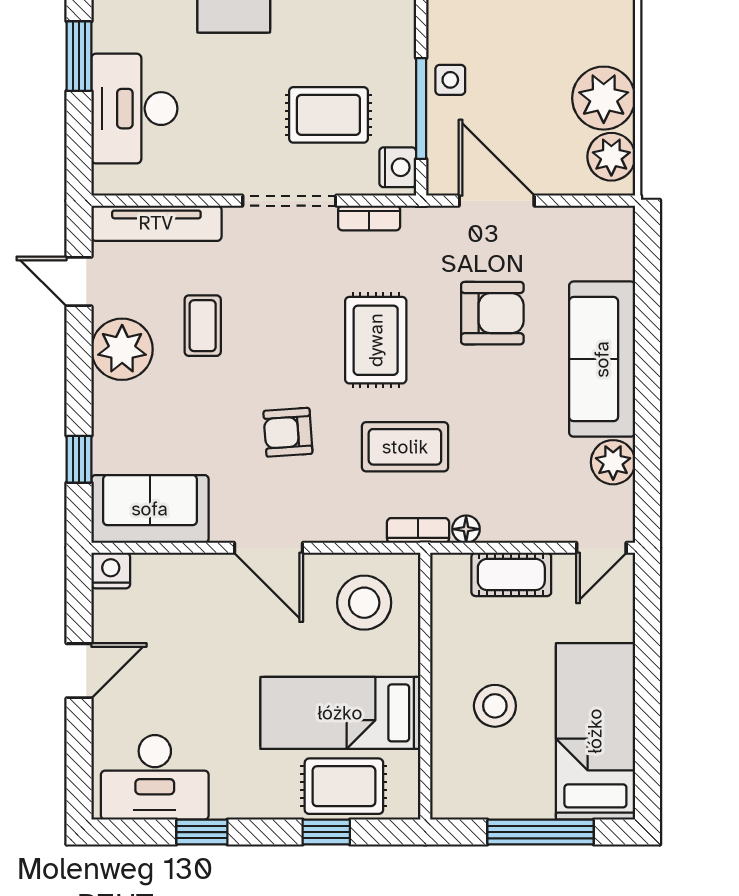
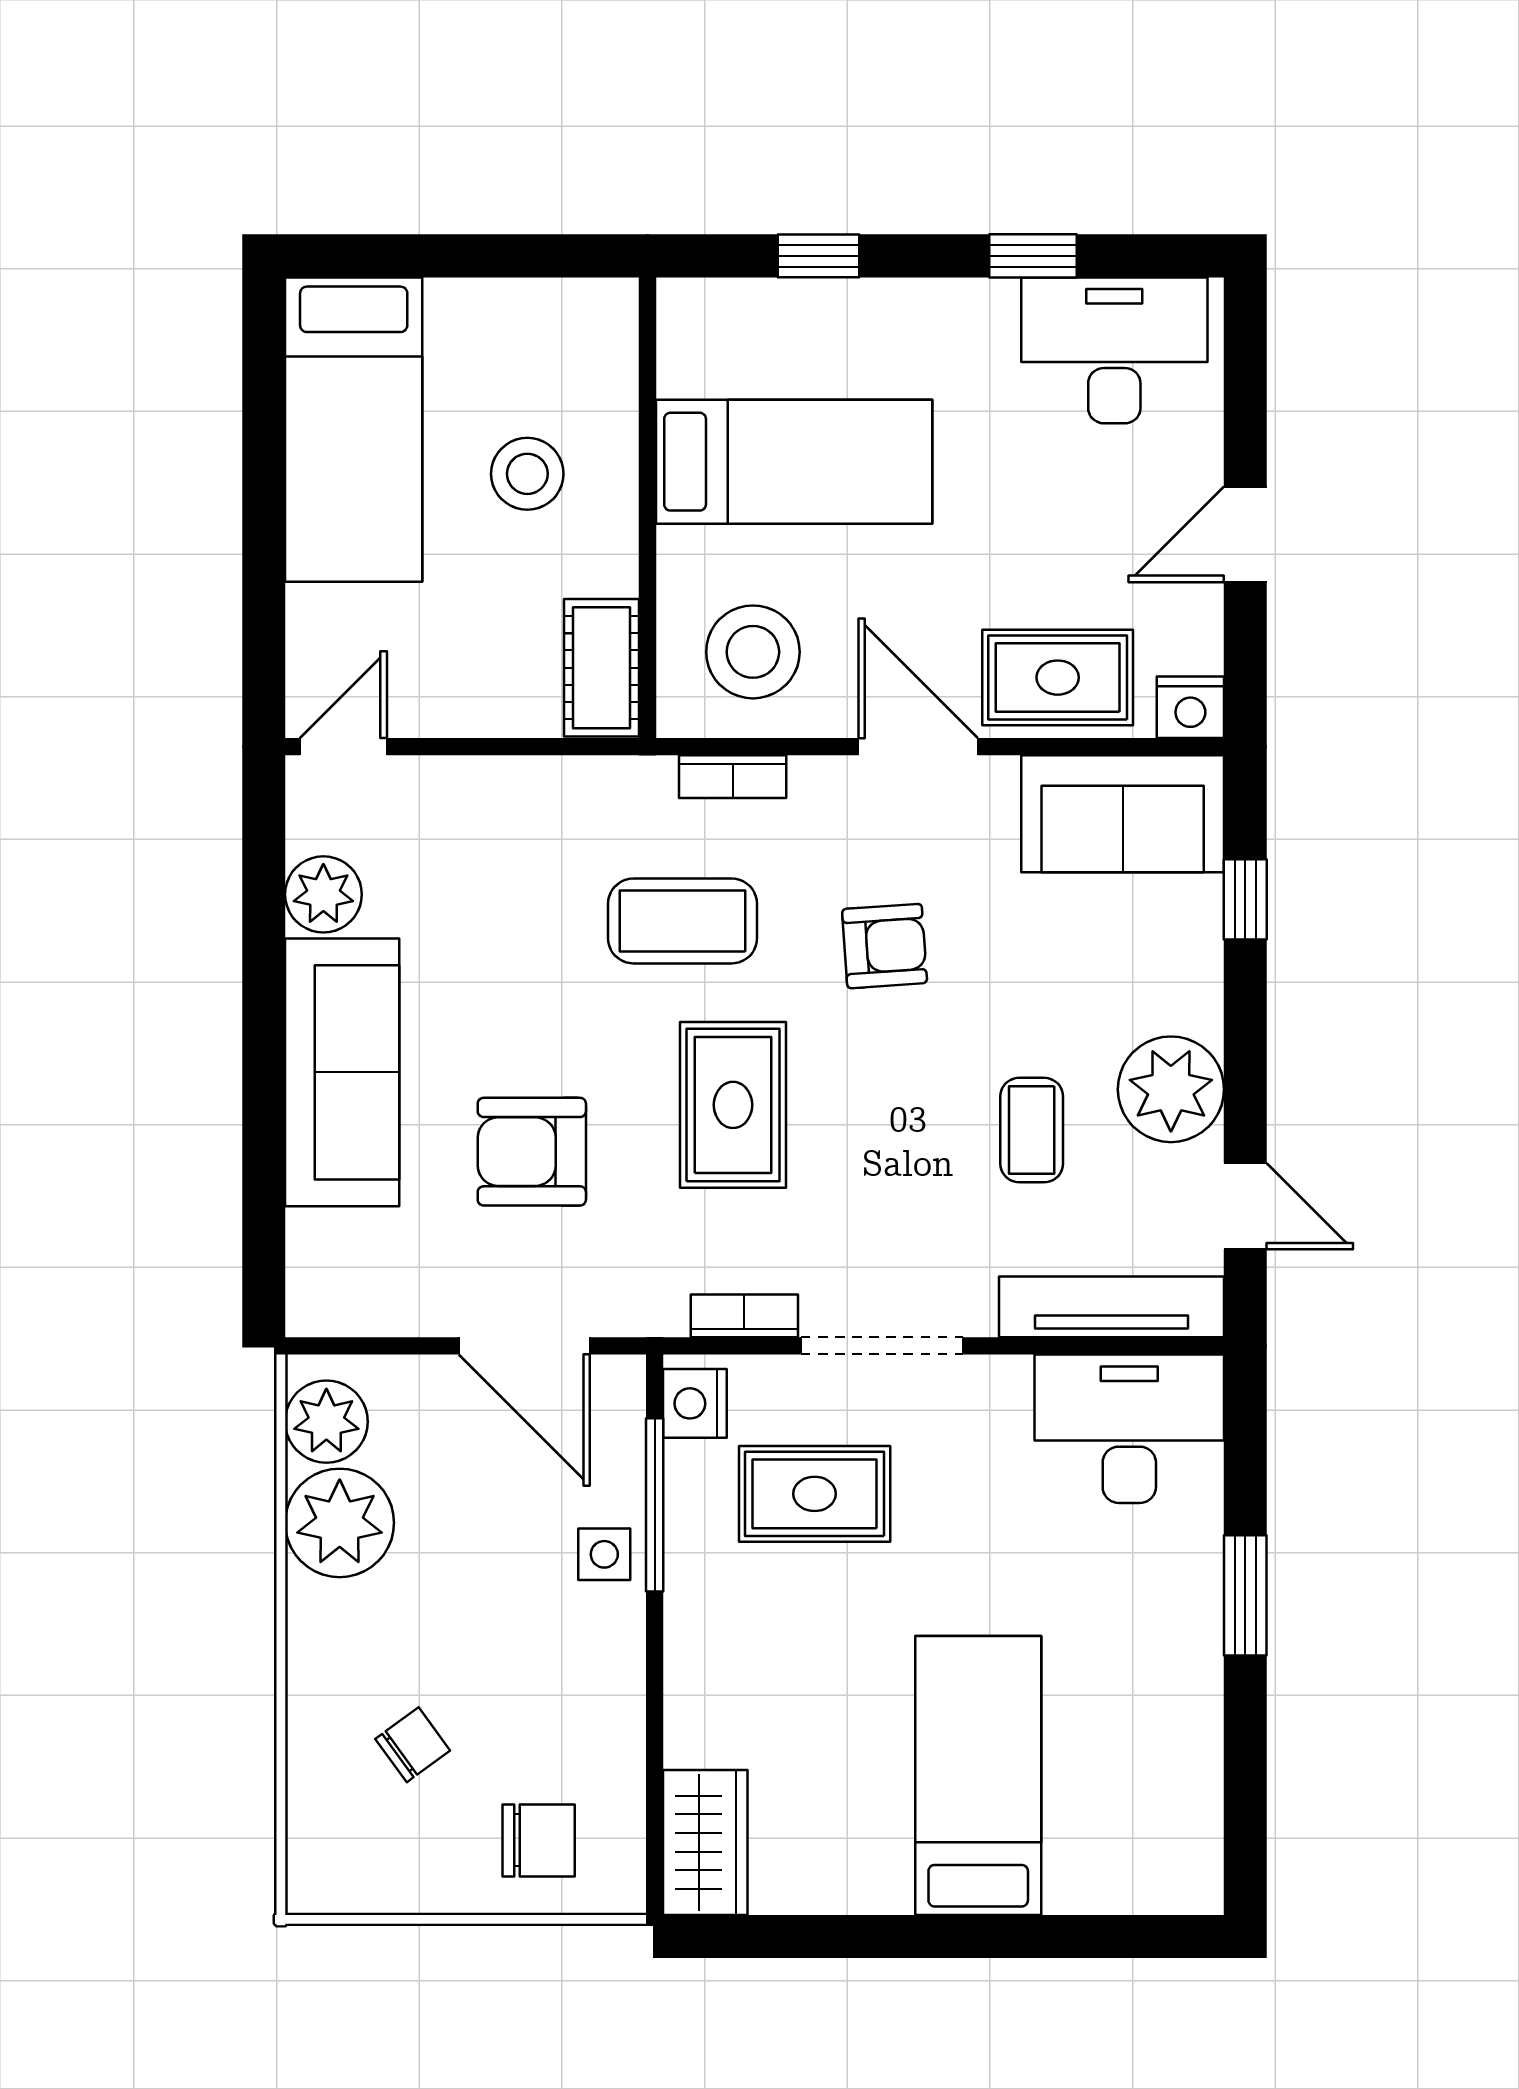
desk: (134, 109) -> (1129, 1429), moved, turned -90
floor lamp: (466, 529) -> (577, 779), removed
bookcase: (418, 530) -> (733, 777), moved
cot: (511, 574) -> (602, 668), moved, turned 90
rug: (344, 786) -> (1058, 678), moved
window: (541, 832) -> (448, 256), removed

